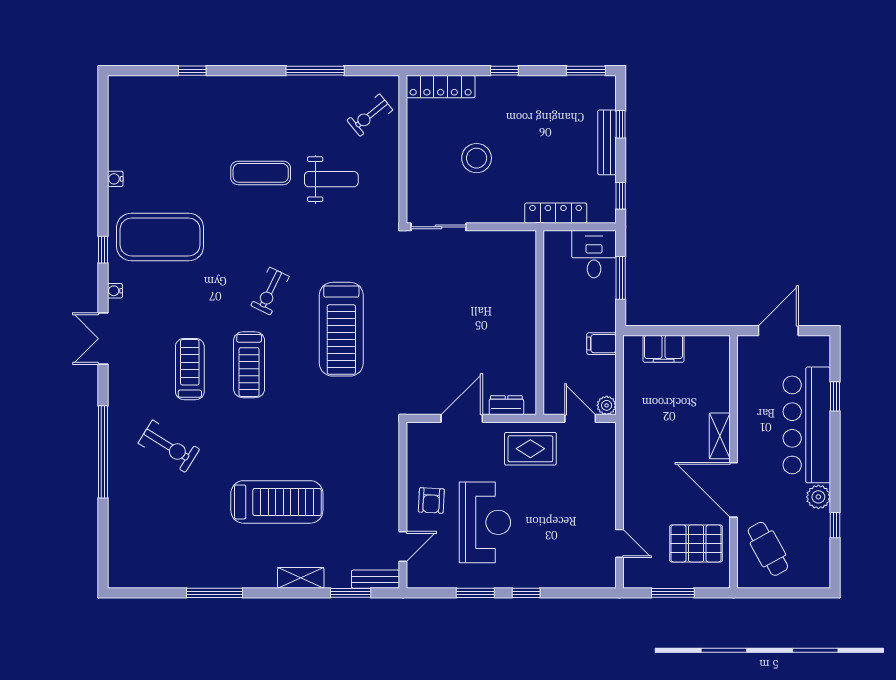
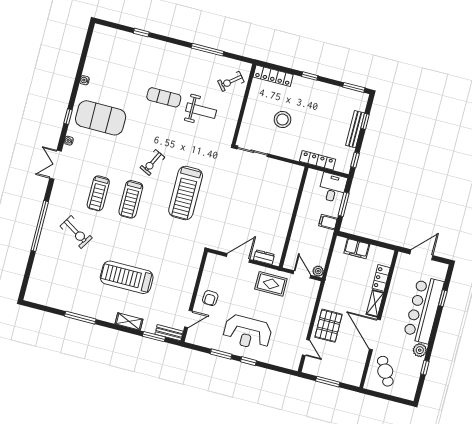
filing cabinet: (602, 344) -> (328, 222), moved
treadmill: (190, 369) -> (98, 193), turned 180
locker: (719, 389) -> (381, 278), added
treadmill: (277, 502) -> (127, 277), turned 180
reception desk: (485, 522) -> (247, 332), moved, turned 90
pallet: (696, 543) -> (329, 326), moved, turned 90

